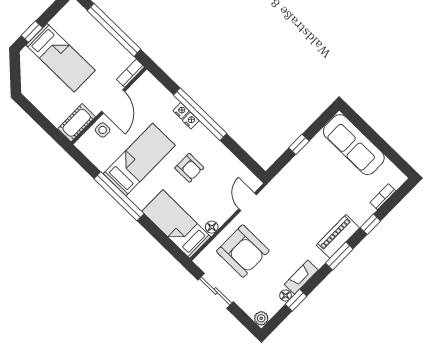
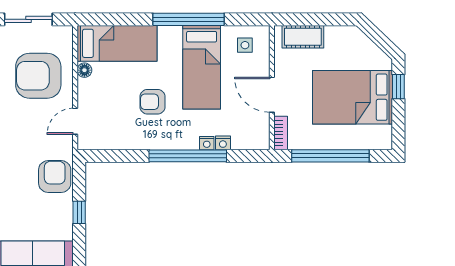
bed: (61, 58) -> (353, 97), width x1.50
nightstand: (191, 120) -> (223, 143), moved
cot: (77, 123) -> (303, 37), moved, turned 90
side table: (103, 130) -> (245, 45), moved
armchair: (293, 180) -> (55, 177), added
door: (248, 202) -> (75, 121), swing flipped

